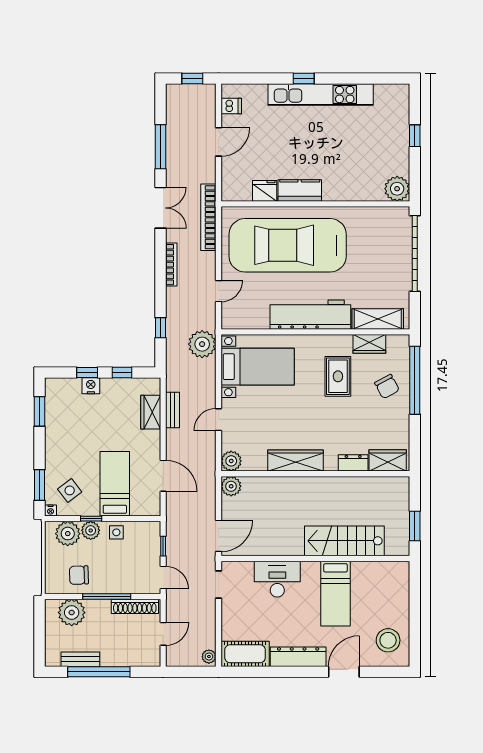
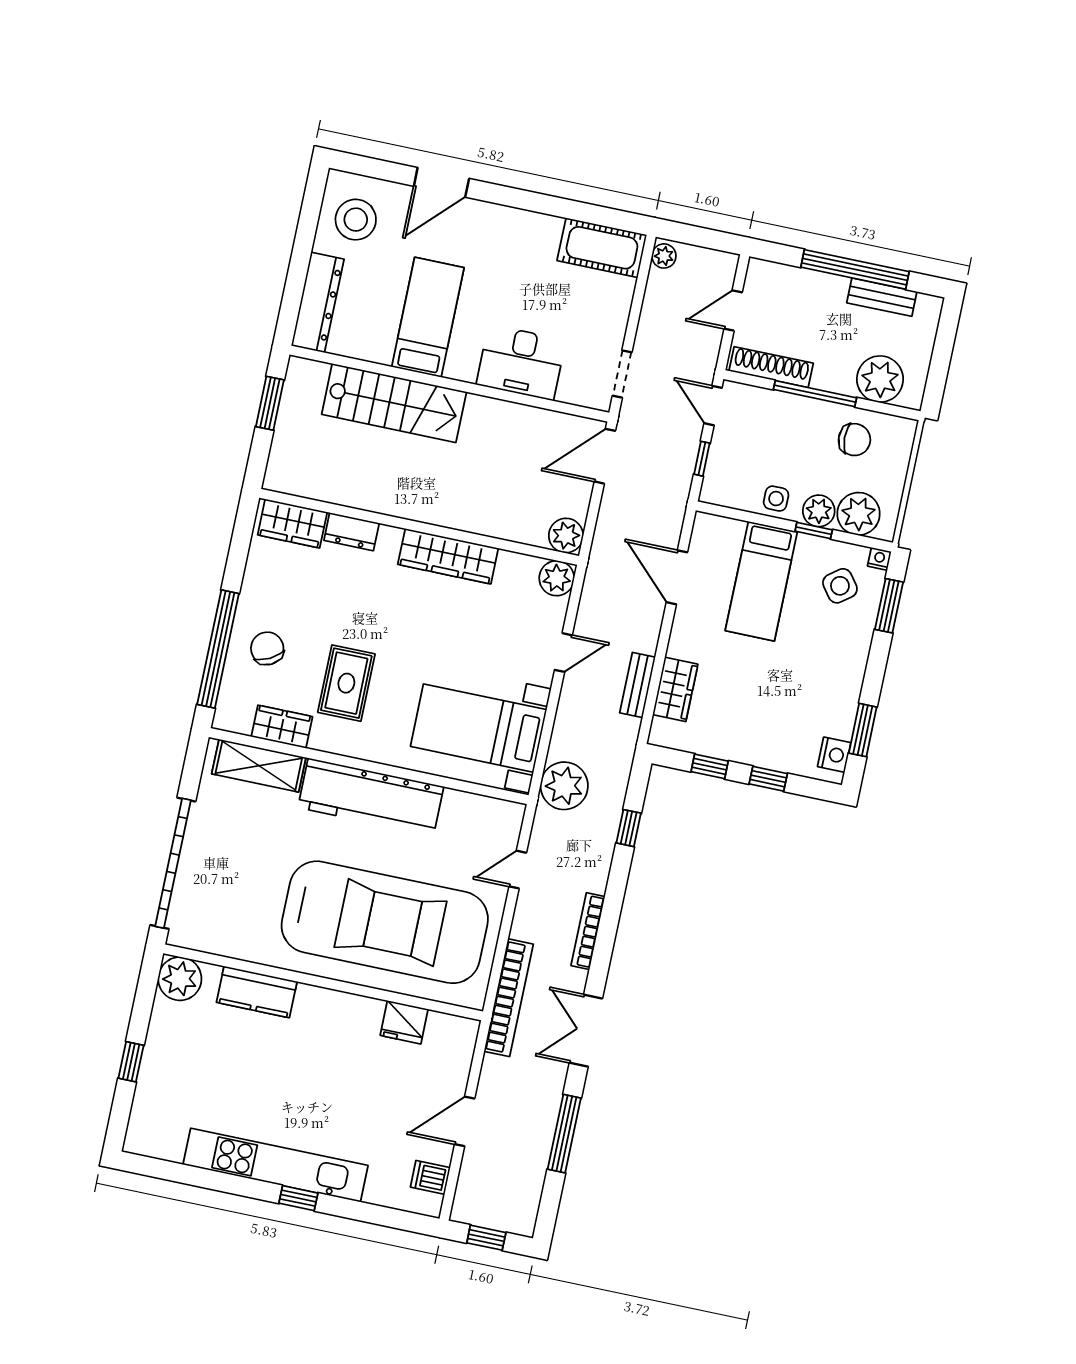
kitchen counter: (300, 190) -> (257, 992), moved
nightstand: (91, 386) -> (834, 755), moved, turned -90
dresser: (298, 657) -> (318, 302), moved, turned -90

